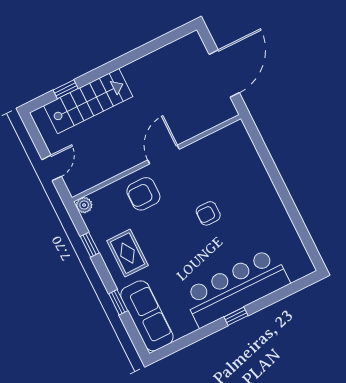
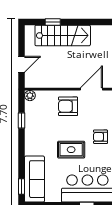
rug: (128, 253) -> (71, 150), moved, turned 90
window: (118, 302) -> (22, 186), moved

